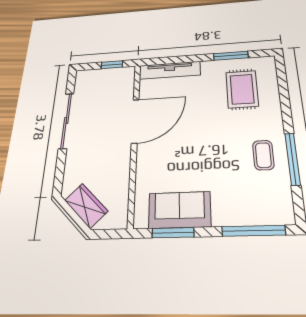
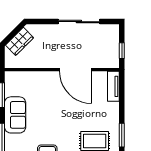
tv unit: (170, 70) -> (113, 86), width x0.71
sofa: (180, 210) -> (15, 115), moved

